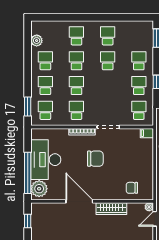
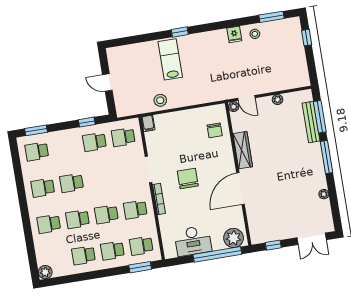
plant: (37, 41) -> (45, 272), moved
school desk: (139, 61) -> (37, 152), moved
desk: (46, 160) -> (193, 241), width x0.73, depth x0.77

